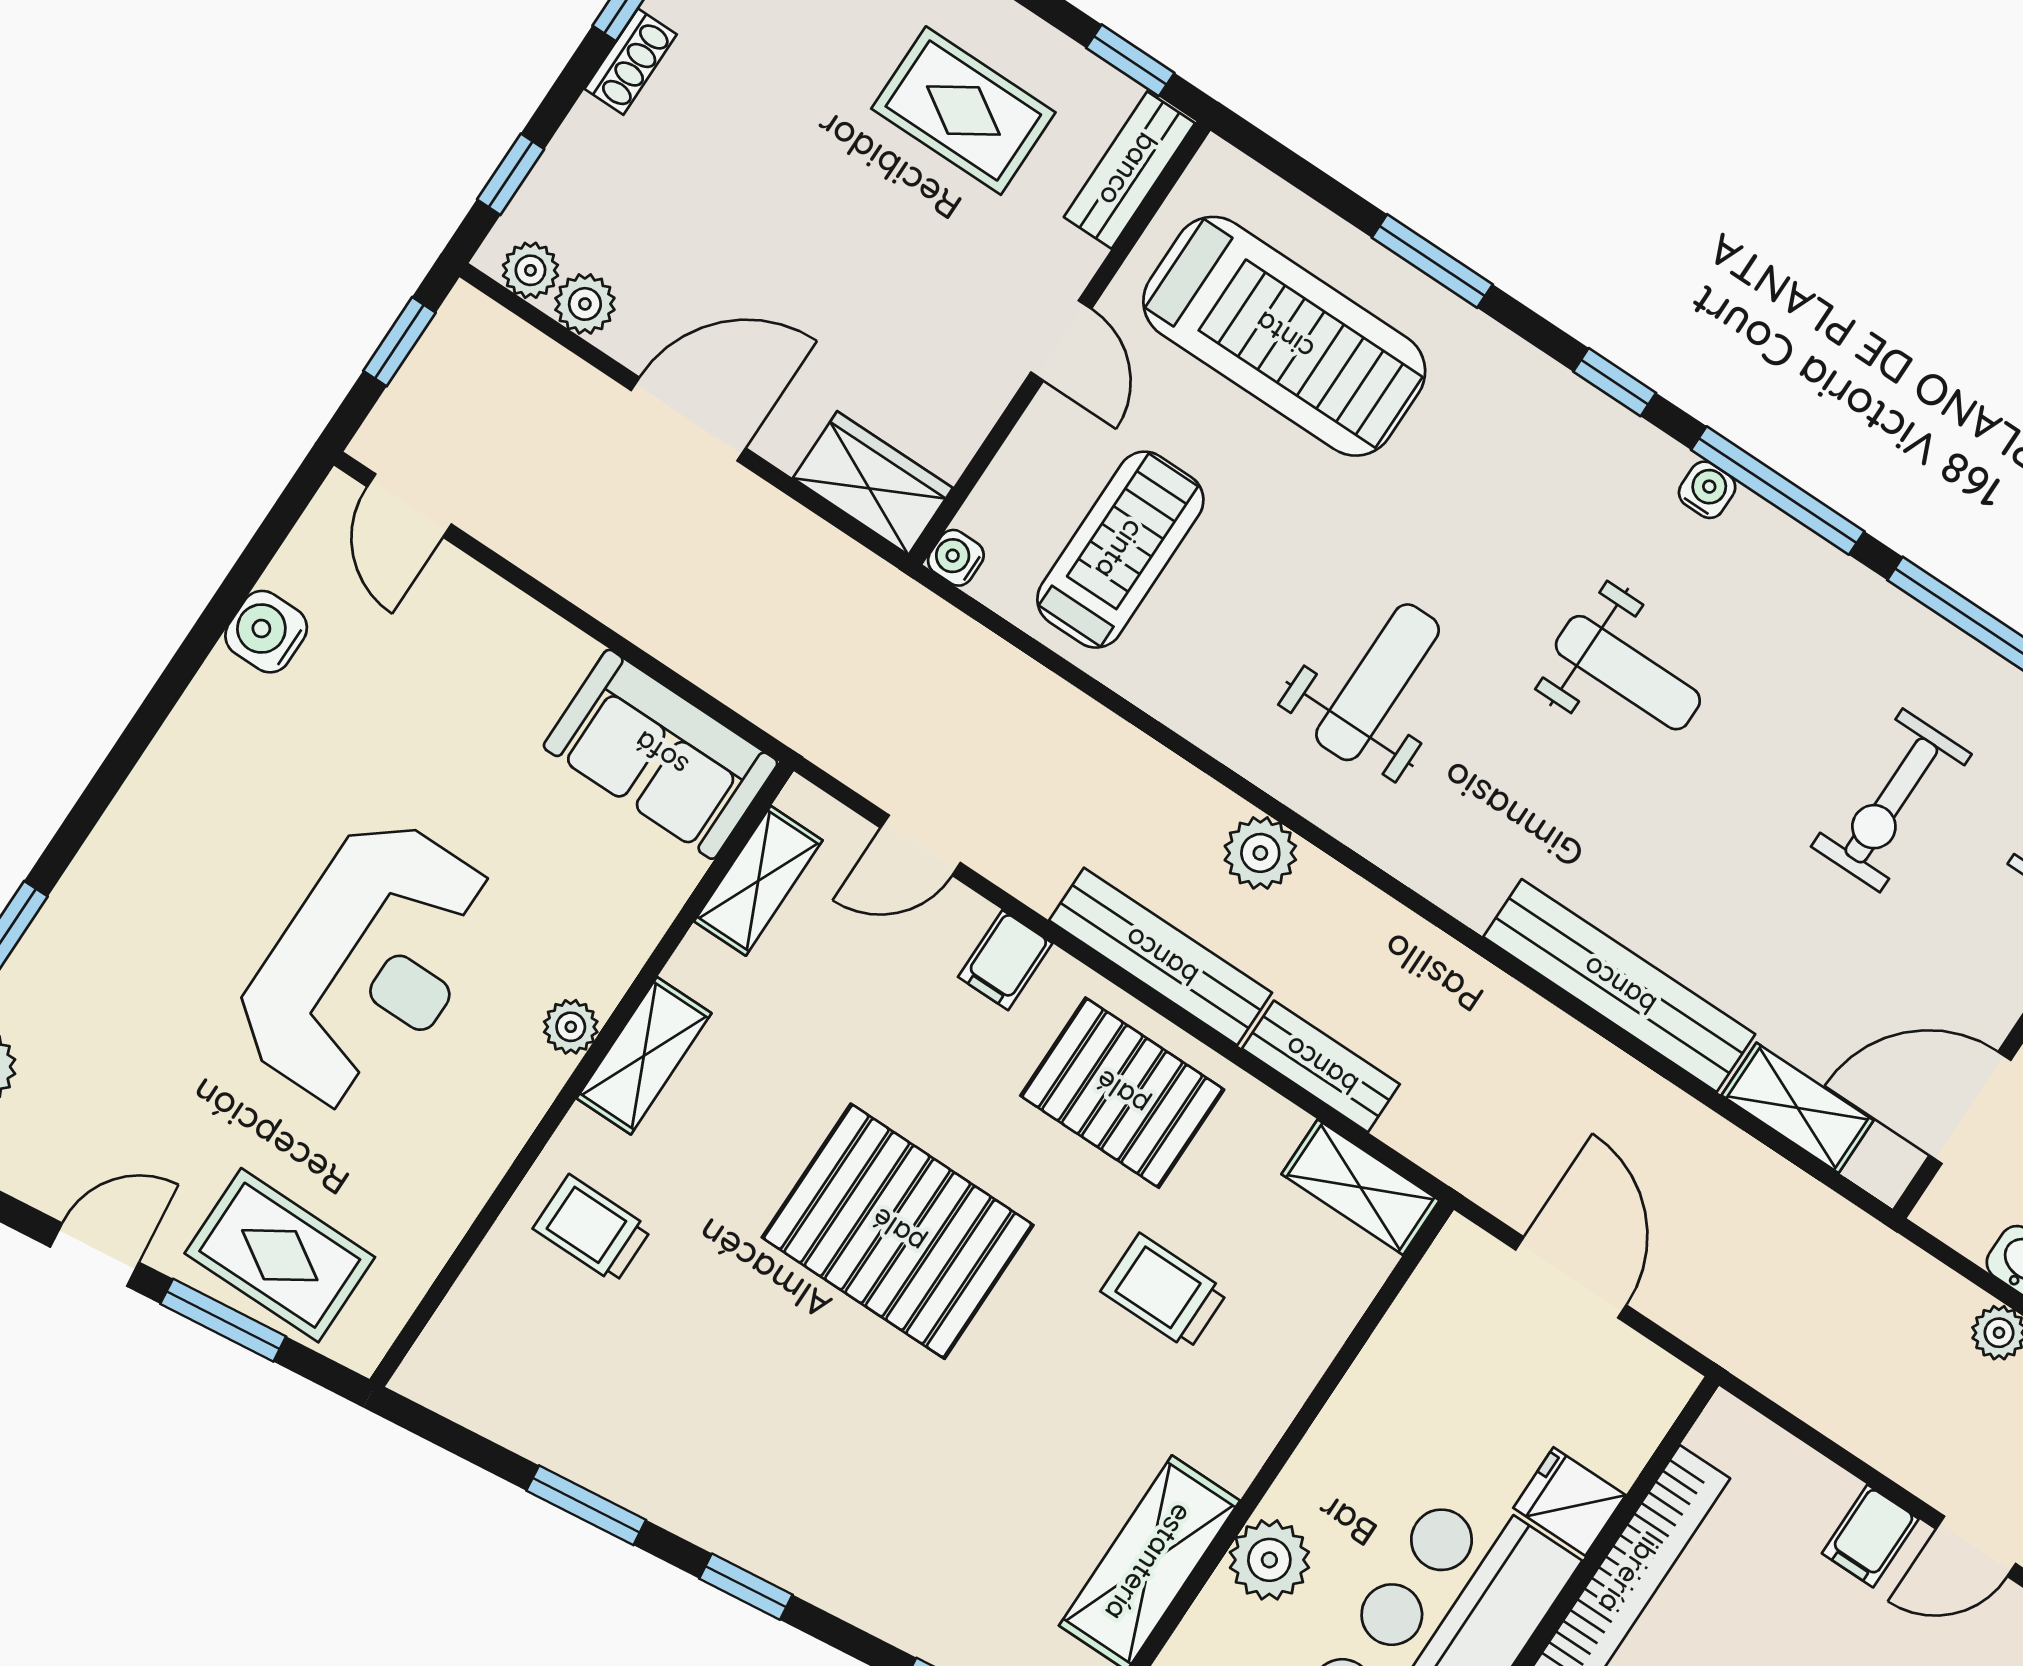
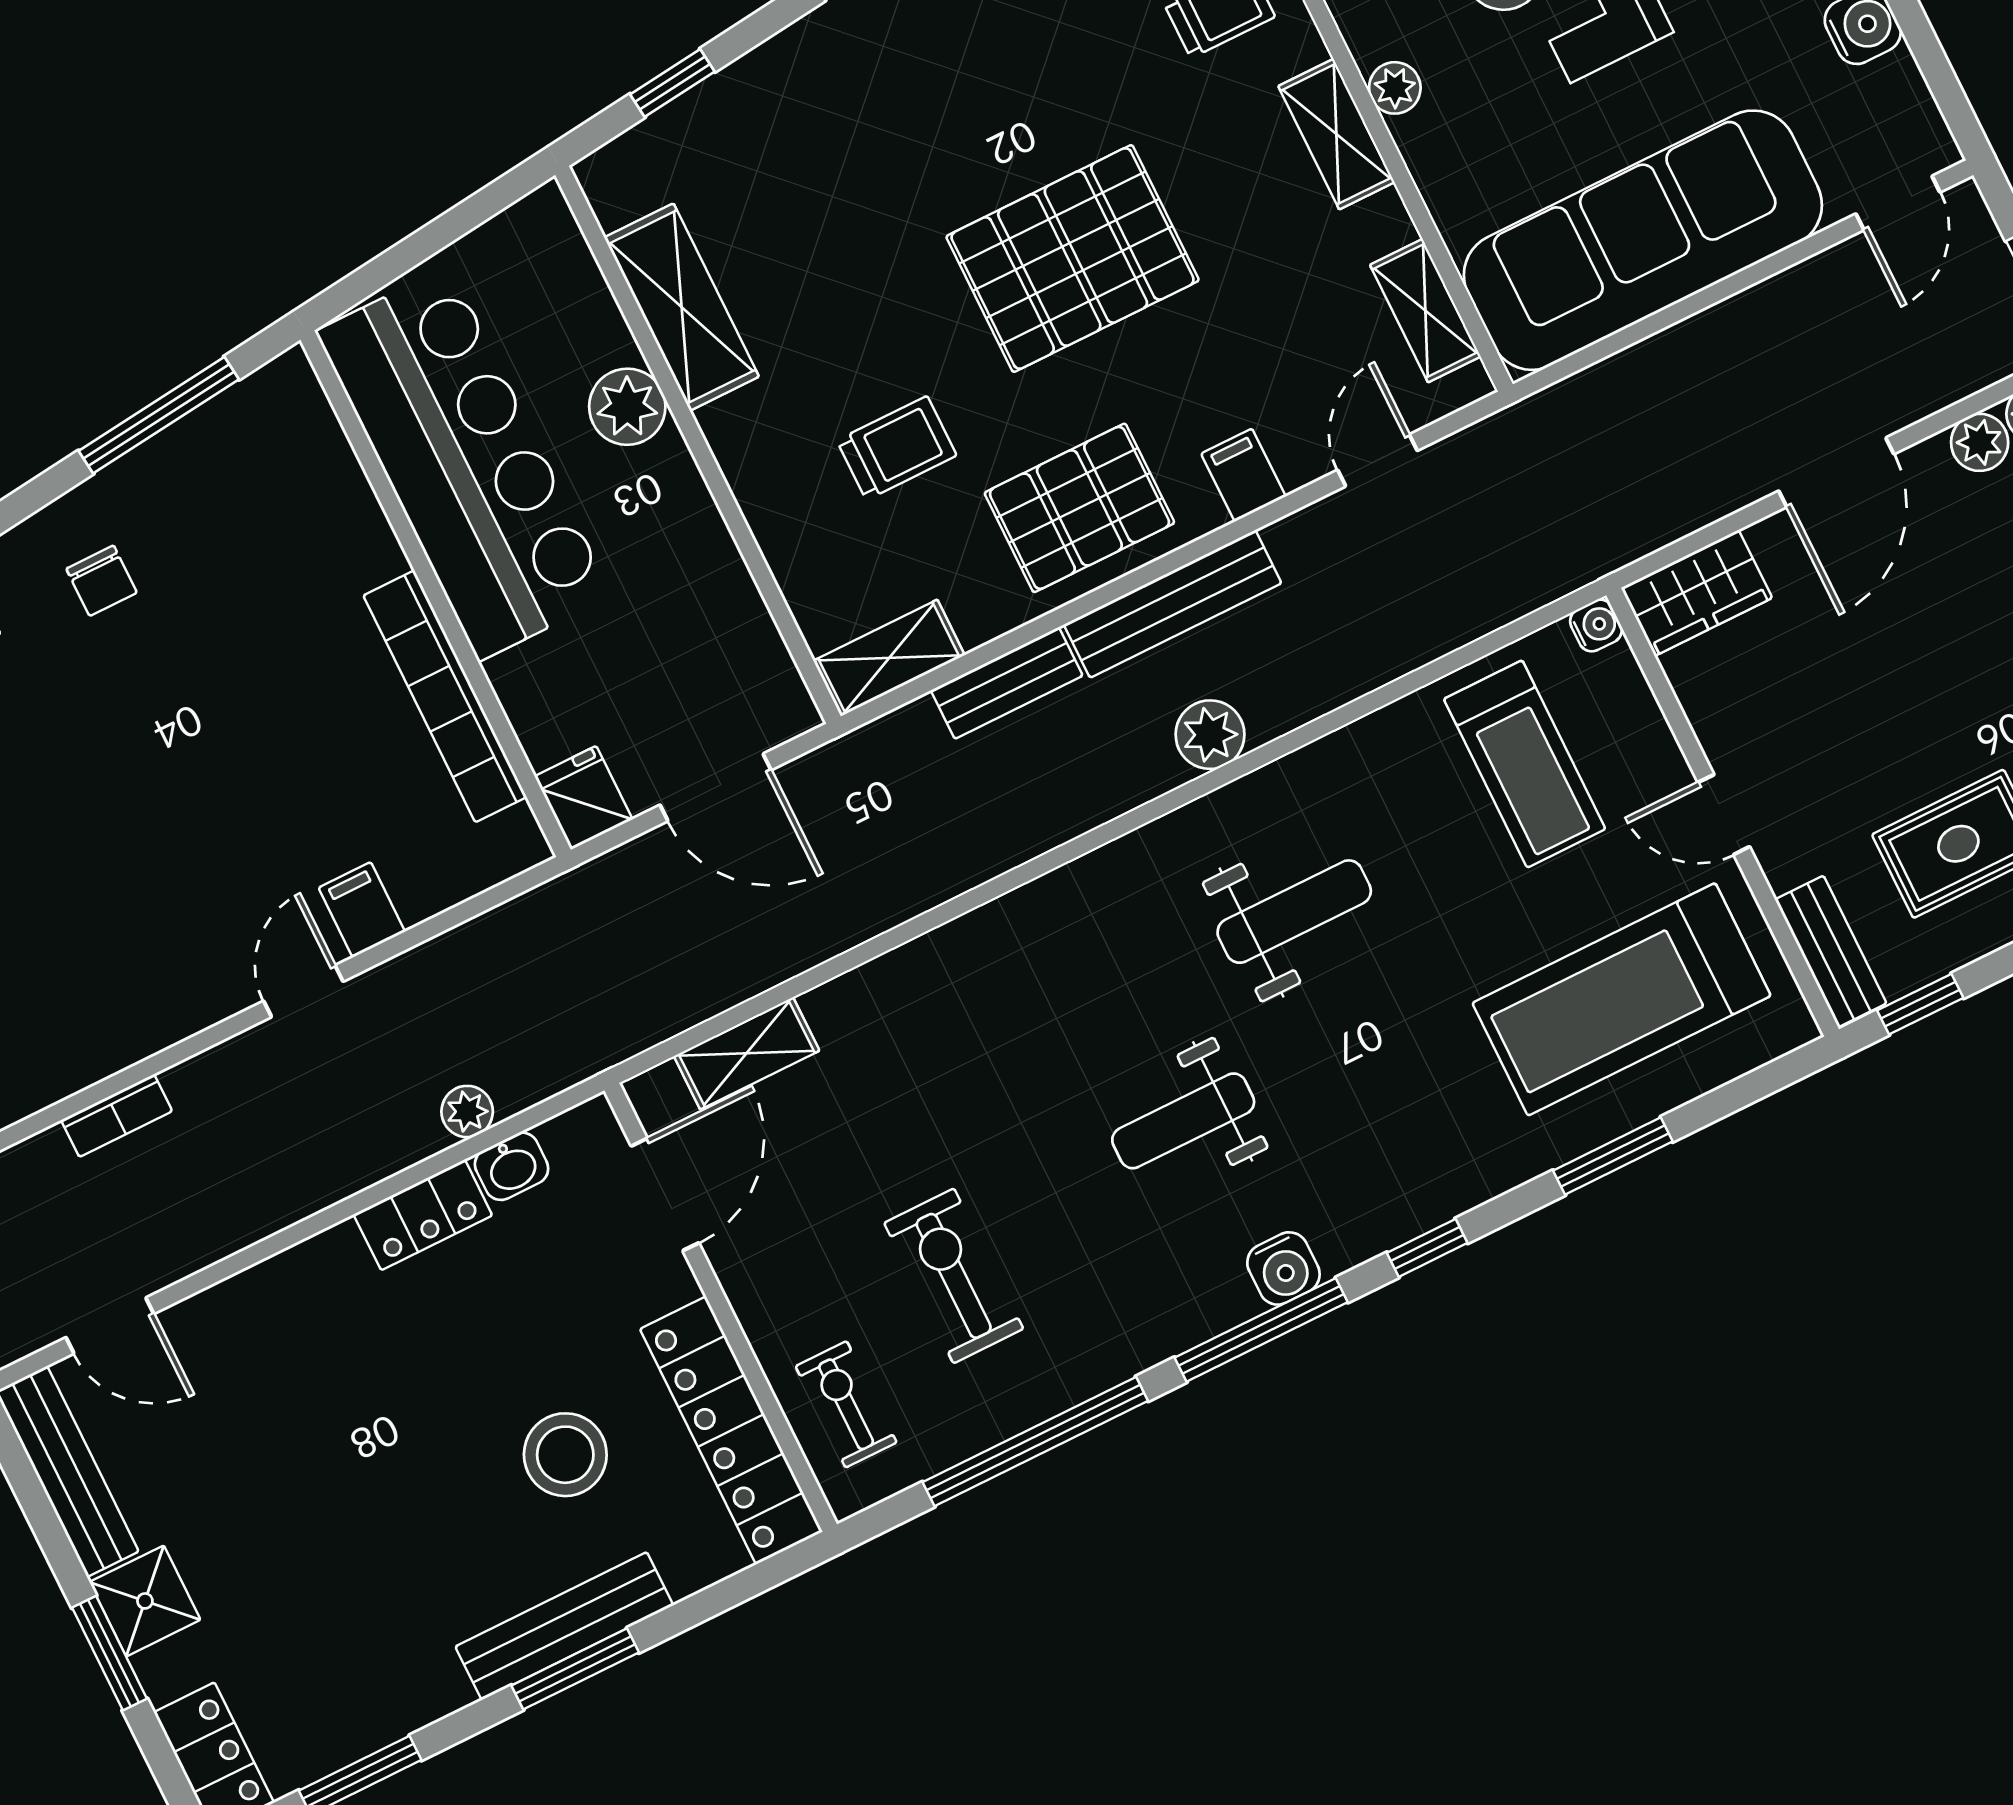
water cooler: (1707, 490) -> (1283, 1268), width x1.38, depth x1.38
door: (409, 506) -> (1898, 203), swing flipped
weight bench: (1378, 682) -> (1294, 912), turned -90
sofa: (661, 754) -> (1643, 240), width x1.85, depth x1.27
bench: (1619, 986) -> (931, 965), removed
fridge: (1569, 1502) -> (584, 798), moved, turned -90

